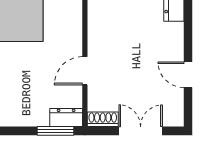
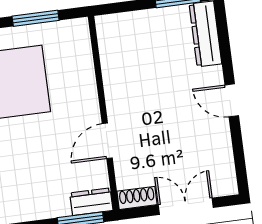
door: (188, 75) -> (232, 100), moved

